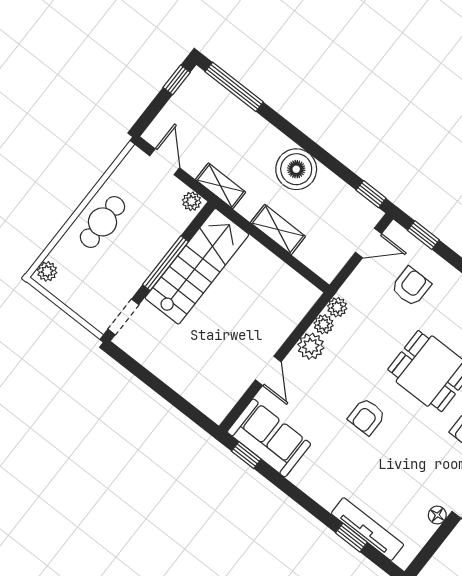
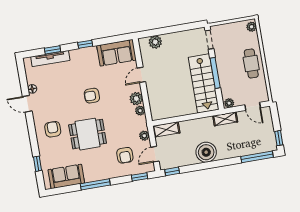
shelving: (278, 229) -> (166, 129), moved
plant: (337, 307) -> (144, 136), moved
door: (268, 371) -> (141, 75), hinge flipped
plant: (201, 395) -> (155, 42), added
armchair: (367, 417) -> (92, 96), turned -90
window: (246, 455) -> (85, 44), moved

